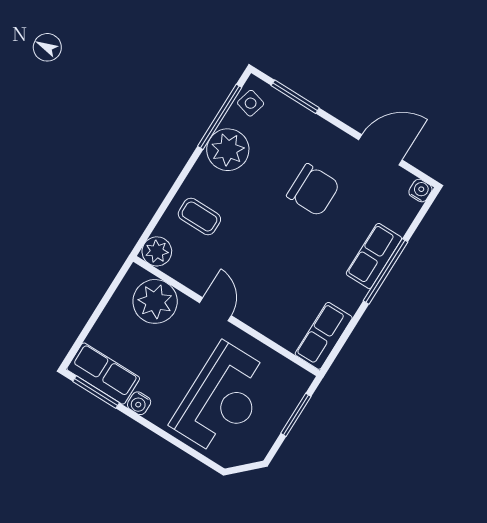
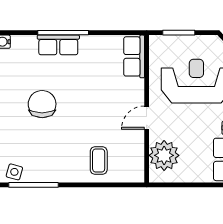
plant: (228, 150) -> (50, 168), removed
plant: (157, 251) -> (134, 173), removed
row of seats: (324, 336) -> (134, 56), moved, turned 90

